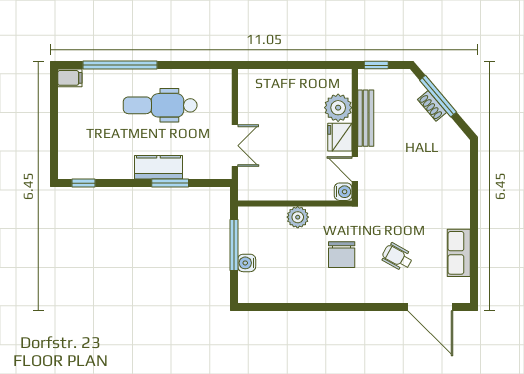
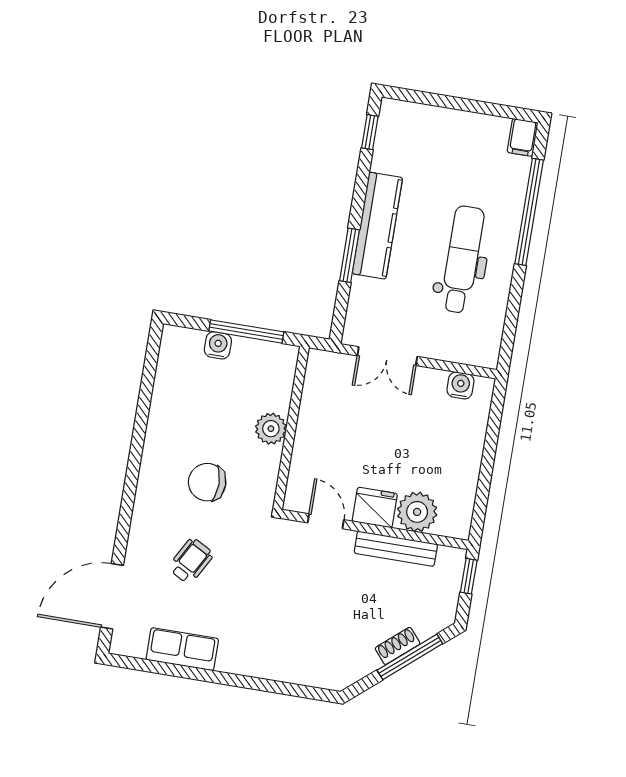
kitchen counter: (159, 167) -> (377, 226), width x1.50
door: (355, 169) -> (326, 521), hinge flipped
water cooler: (343, 192) -> (460, 385), moved, turned 180

